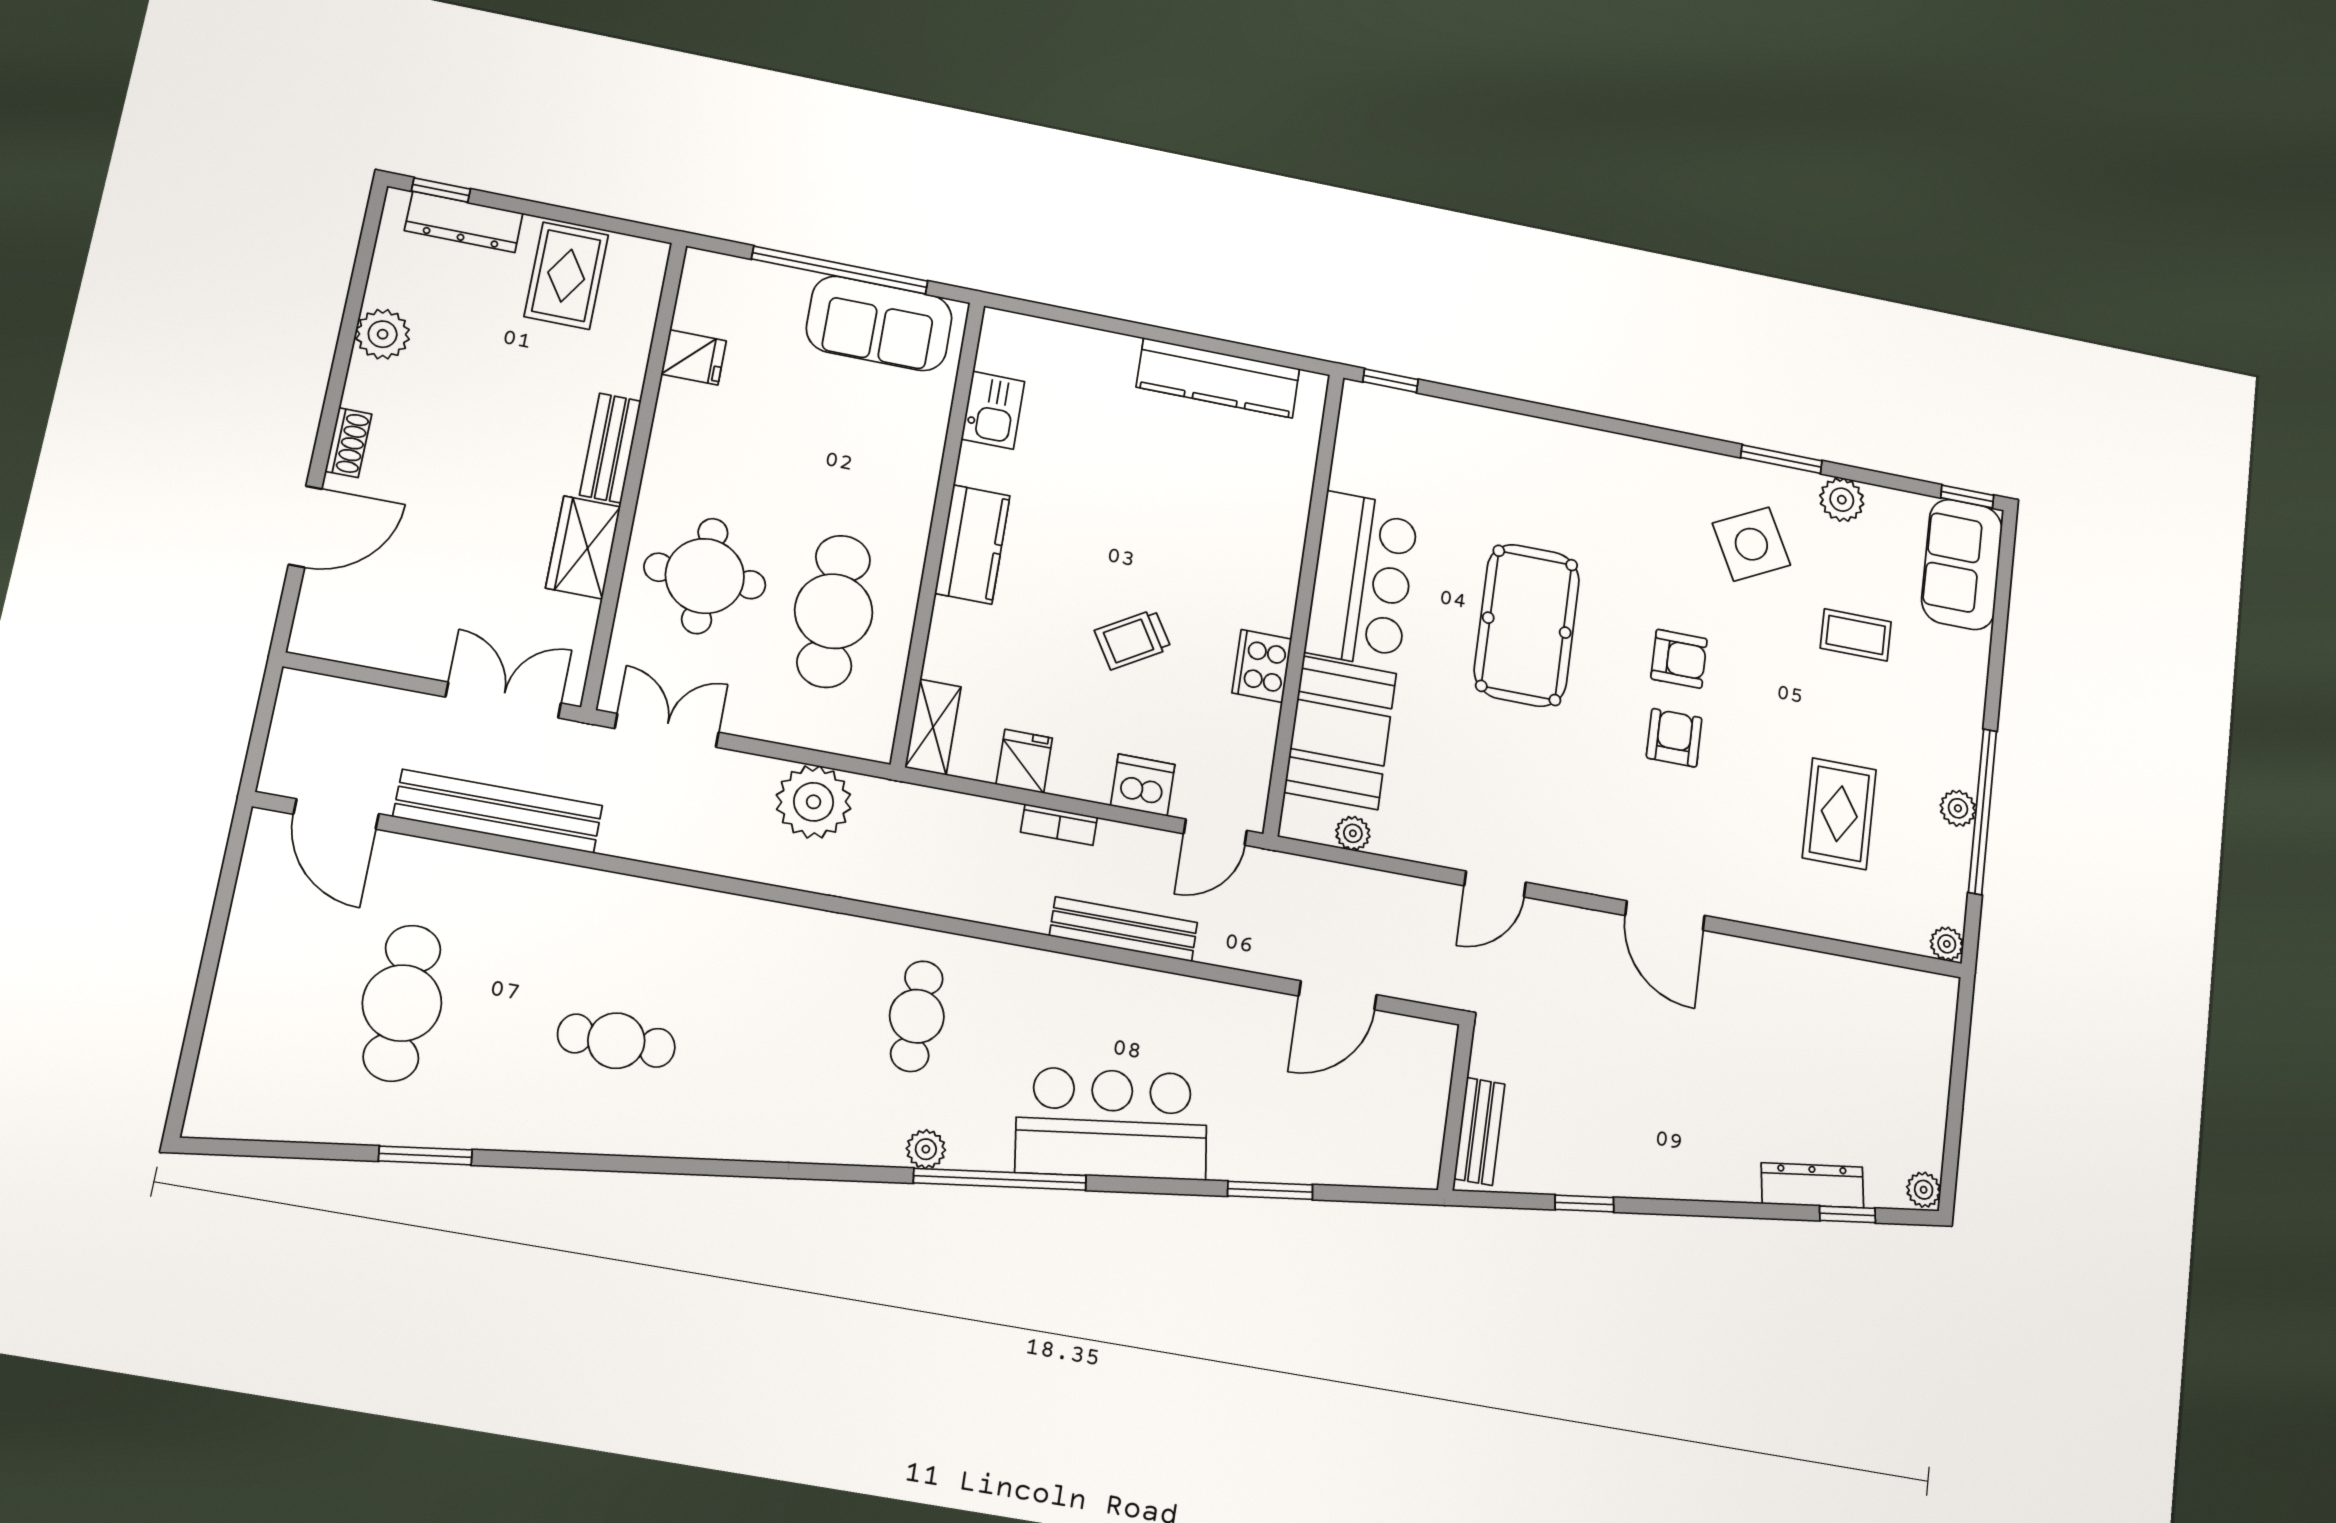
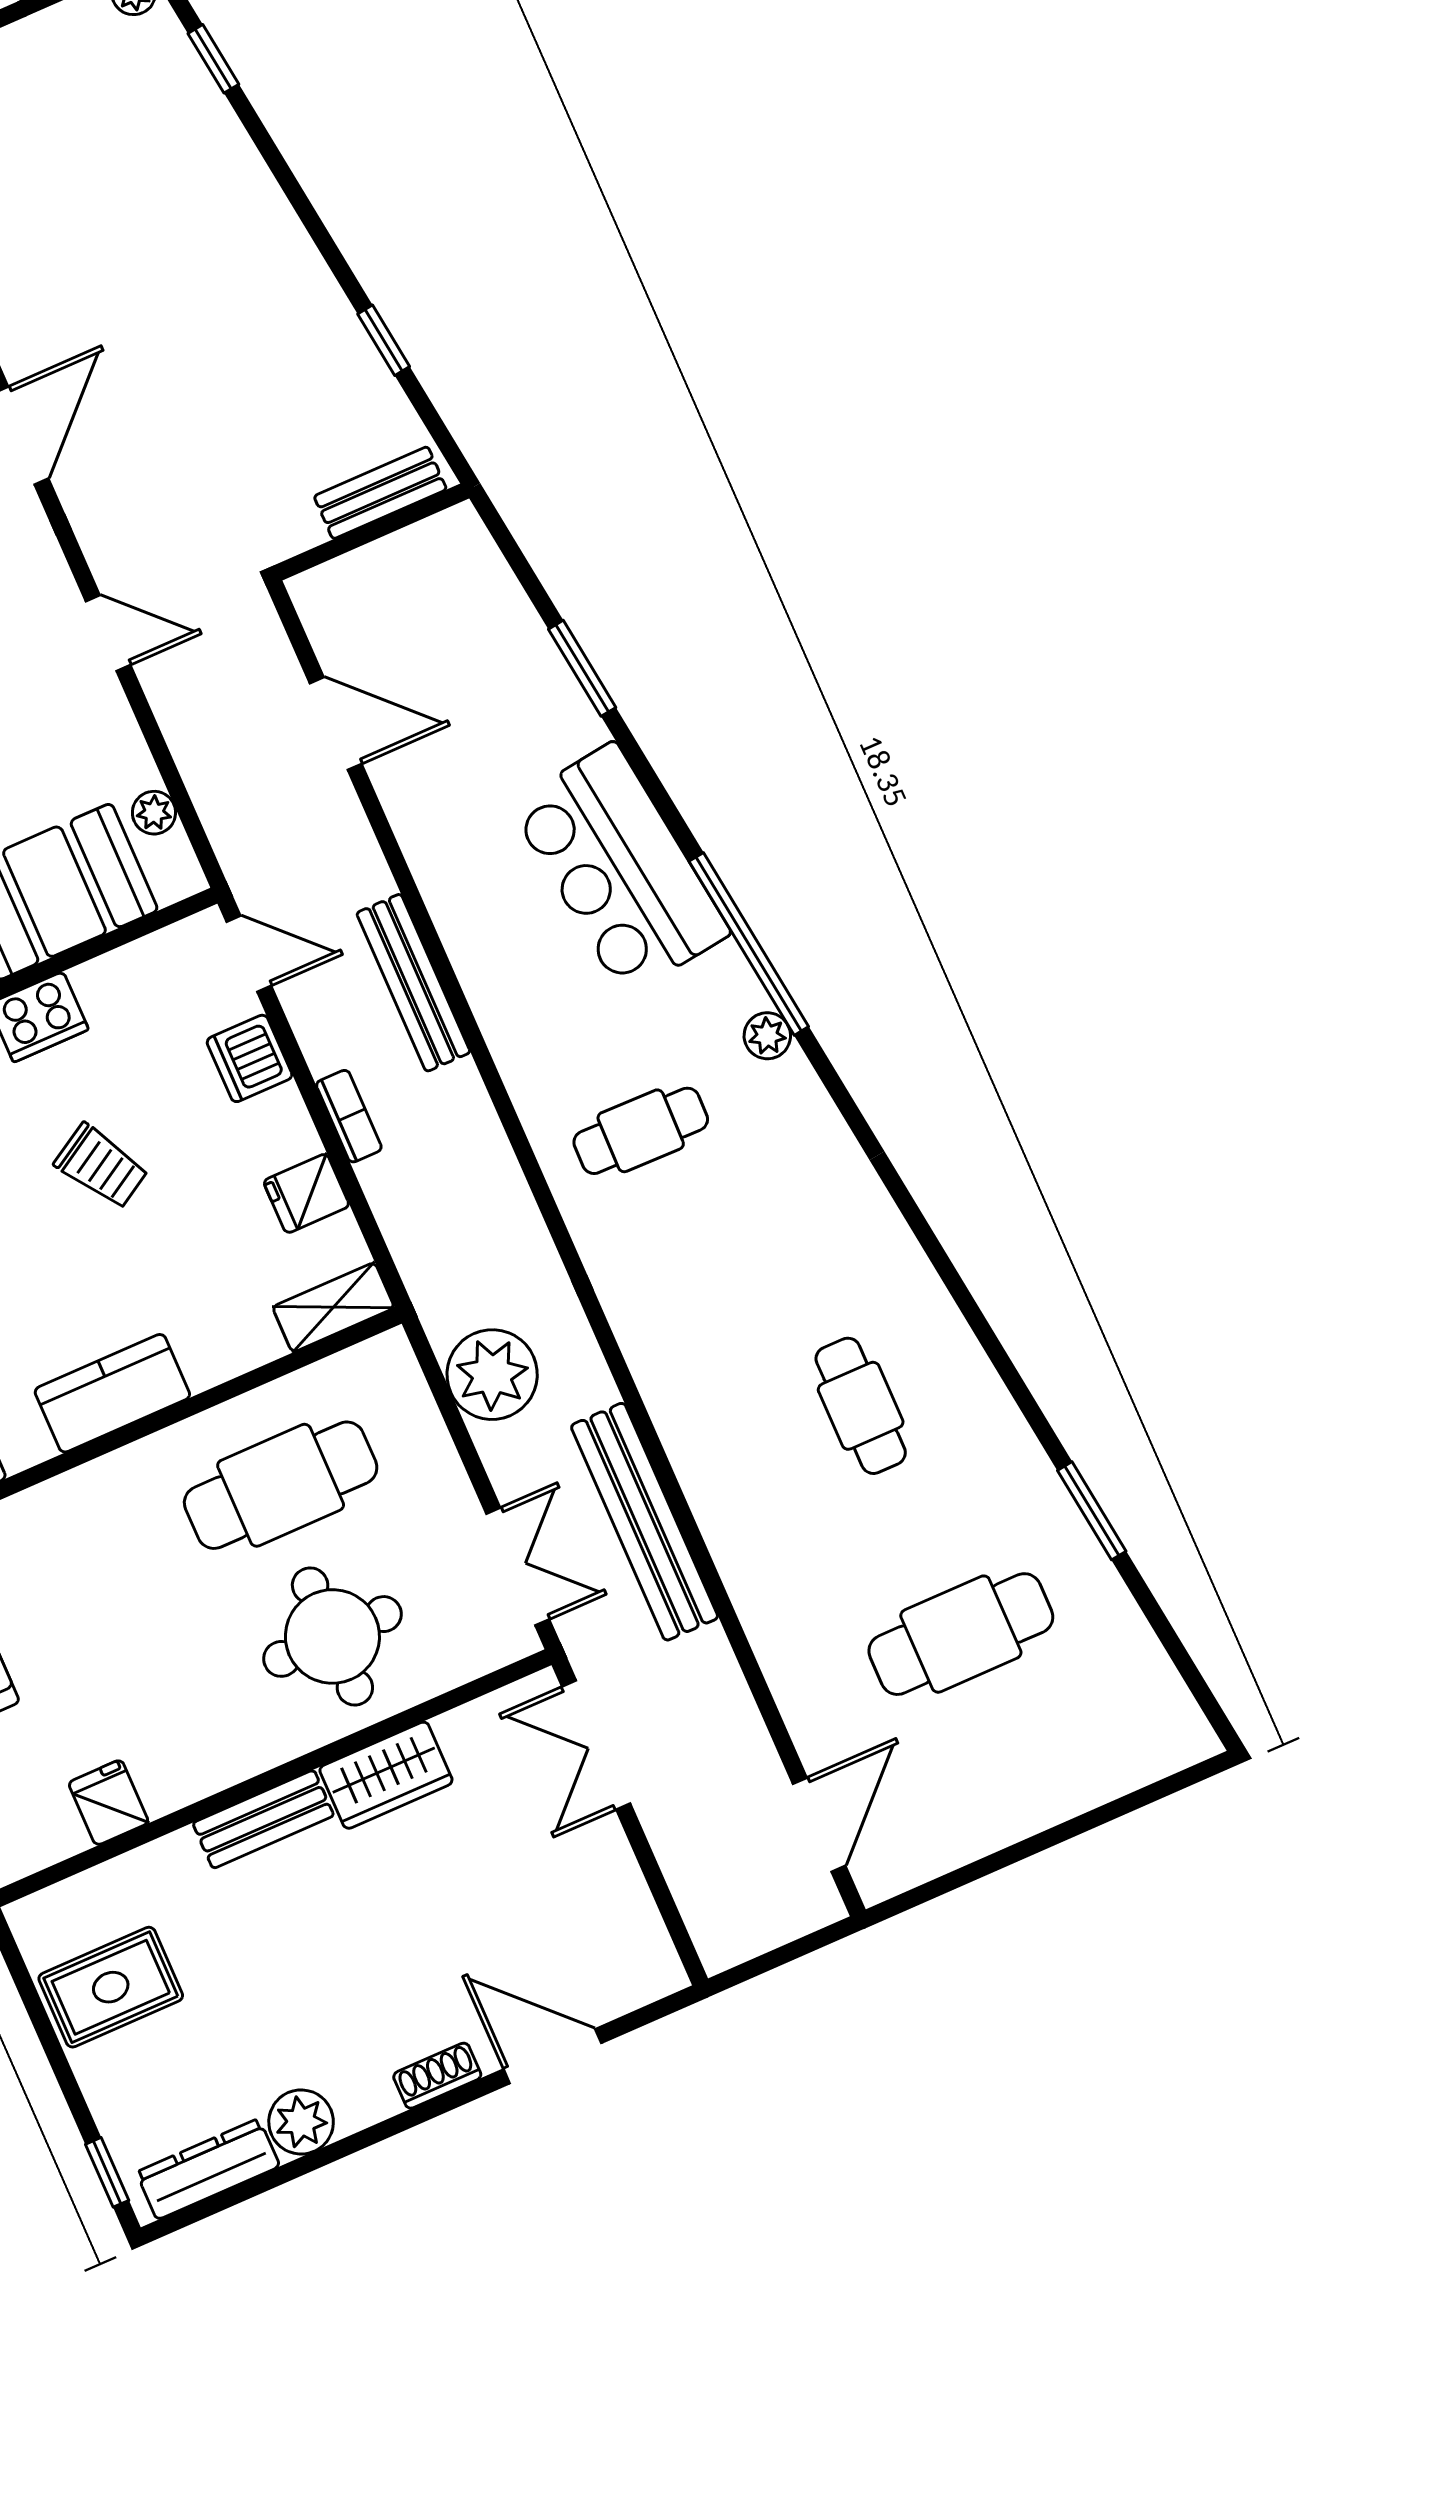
dresser: (464, 222) -> (208, 2169), moved, turned -90
double door: (667, 730) -> (518, 1567), swing flipped
bench: (498, 811) -> (645, 1522), moved
dresser: (1812, 1185) -> (207, 113), removed

